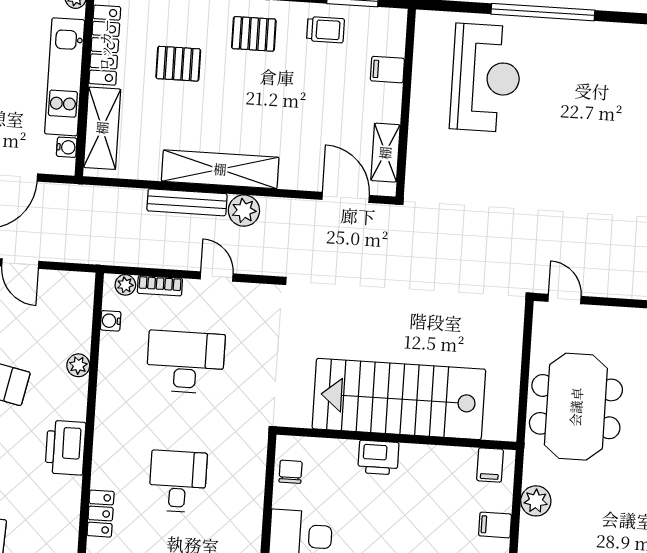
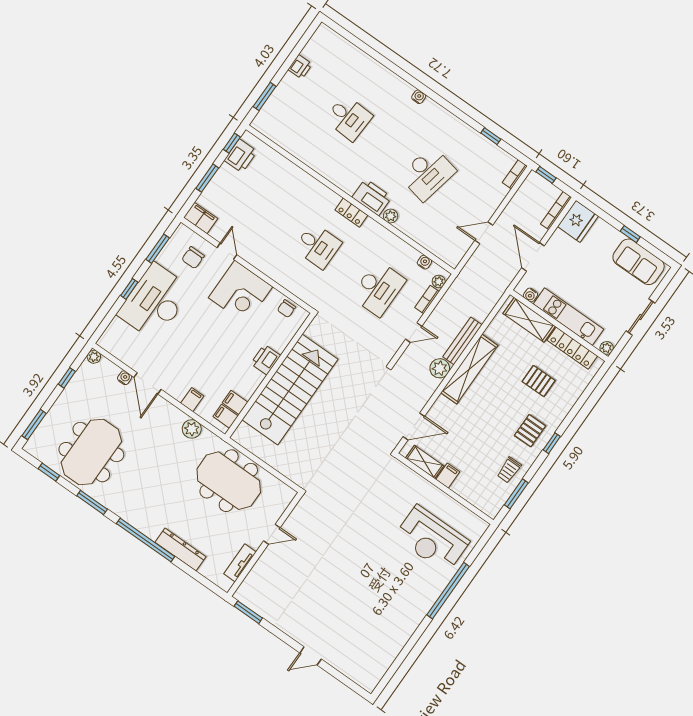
pallet: (178, 64) -> (539, 381), turned 90
filing cabinet: (387, 70) -> (448, 476), moved
door: (565, 299) -> (272, 534), moved
plant: (78, 365) -> (391, 216), moved
filing cabinet: (463, 463) -> (235, 402), added
chair: (291, 472) -> (286, 309), turned 90
locker: (101, 514) -> (351, 213), moved

